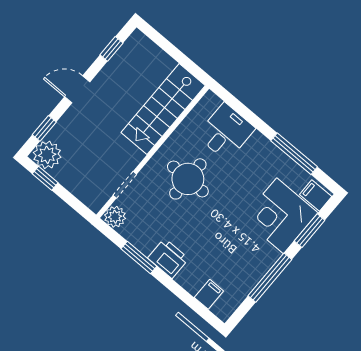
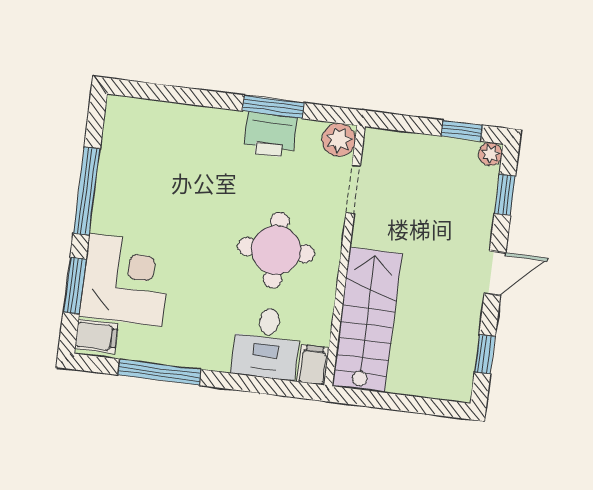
plant: (47, 155) -> (490, 154), width x0.53, depth x0.53
printer: (168, 258) -> (270, 135), moved
filing cabinet: (209, 294) -> (313, 365), moved, turned 180

